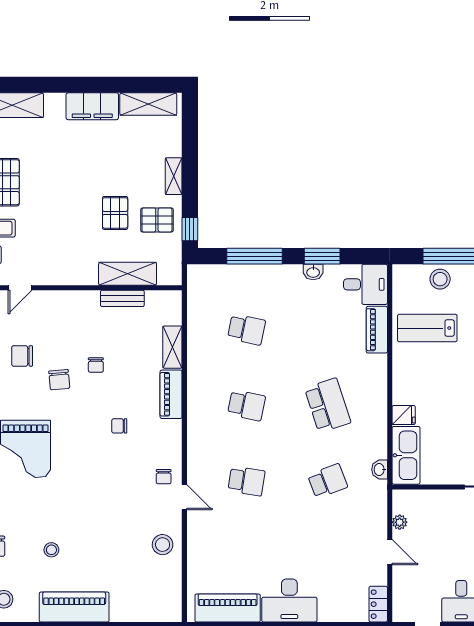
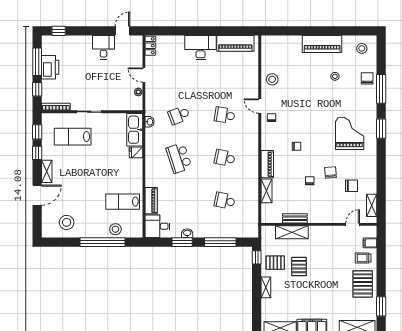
lab bench: (427, 328) -> (123, 202), turned 180

